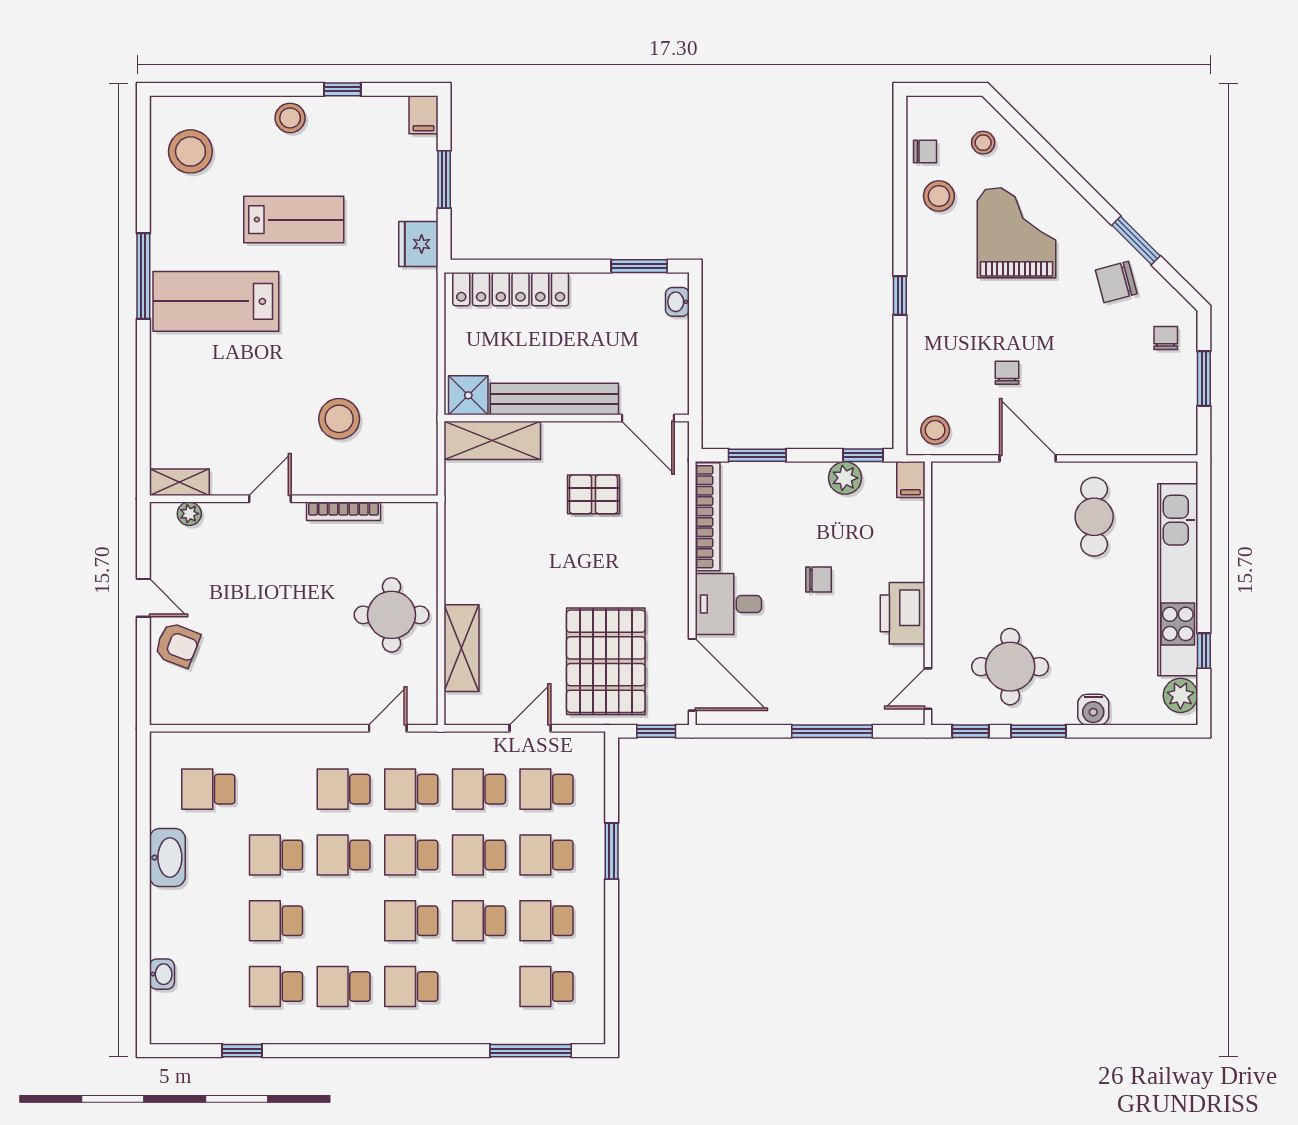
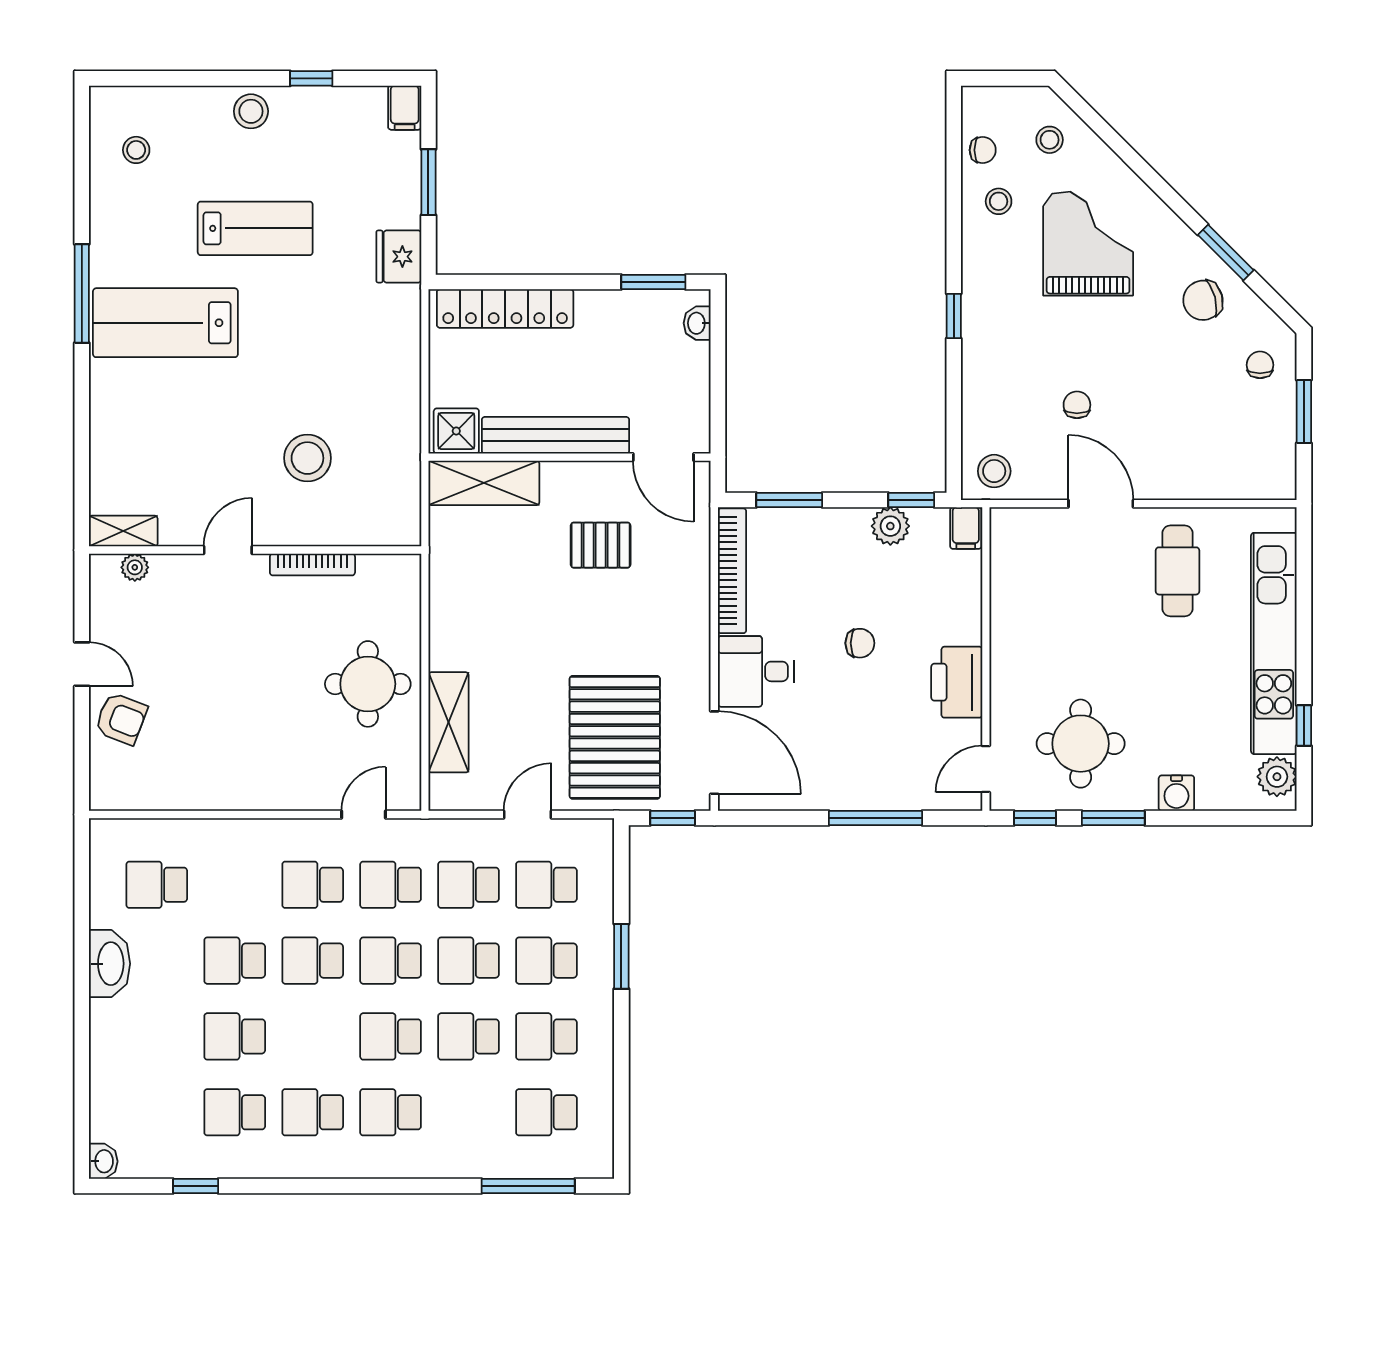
stool: (190, 151) -> (136, 150), width x0.53, depth x0.53
stool: (939, 196) -> (999, 201), width x0.73, depth x0.73
washbasin: (162, 974) -> (103, 1161), moved

